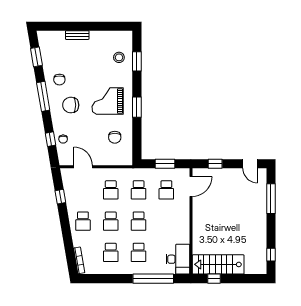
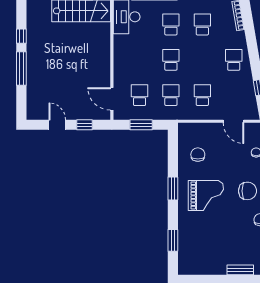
stool: (119, 57) -> (193, 245), removed
door: (250, 164) -> (57, 125), moved
door: (191, 187) -> (112, 99), hinge flipped
window: (271, 199) -> (21, 68), moved
school desk: (111, 221) -> (202, 60), removed
window: (271, 255) -> (21, 36), moved

